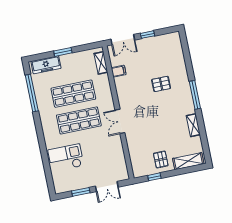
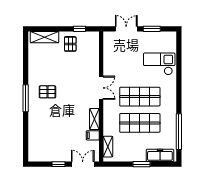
pallet: (161, 84) -> (47, 92), moved
shelving: (193, 125) -> (94, 119), moved
checkout: (66, 158) -> (159, 64), turned 180

